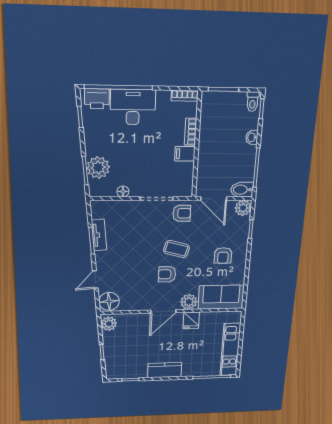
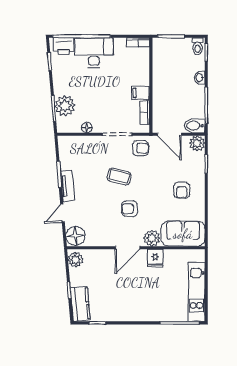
bookcase: (191, 132) -> (145, 113), moved
tv unit: (99, 235) -> (67, 186), moved
coffee table: (176, 249) -> (119, 177), moved
kitchen counter: (165, 370) -> (80, 304), moved, turned 85

